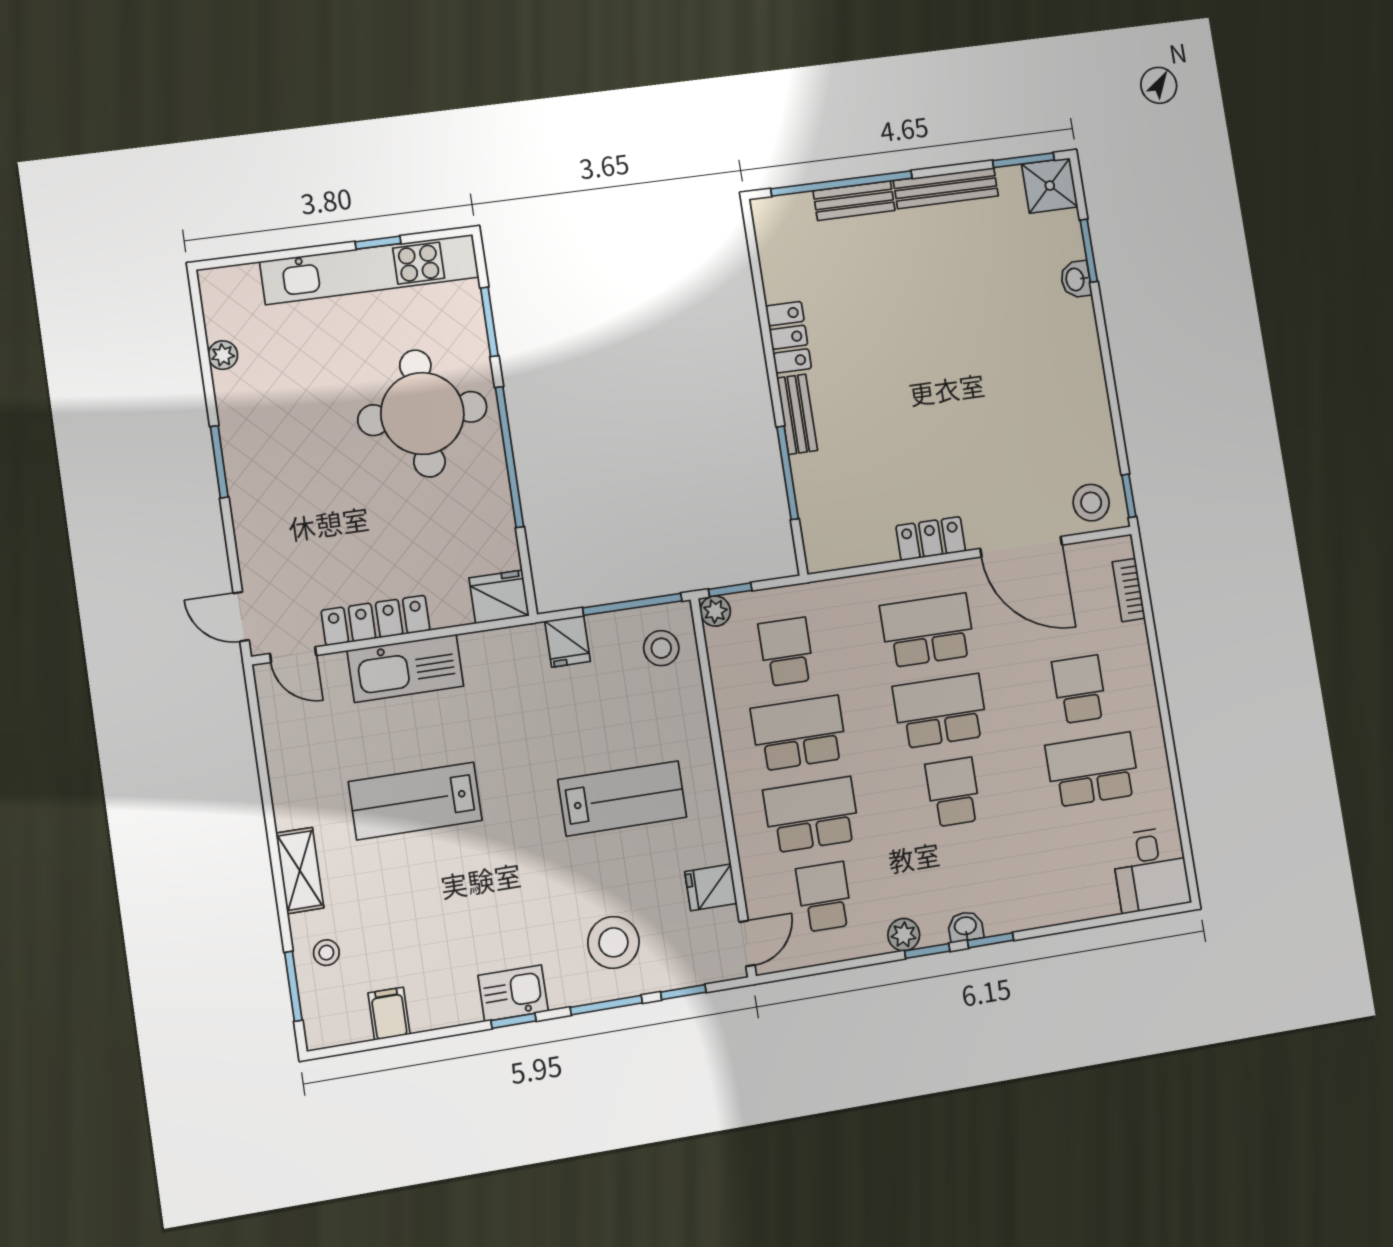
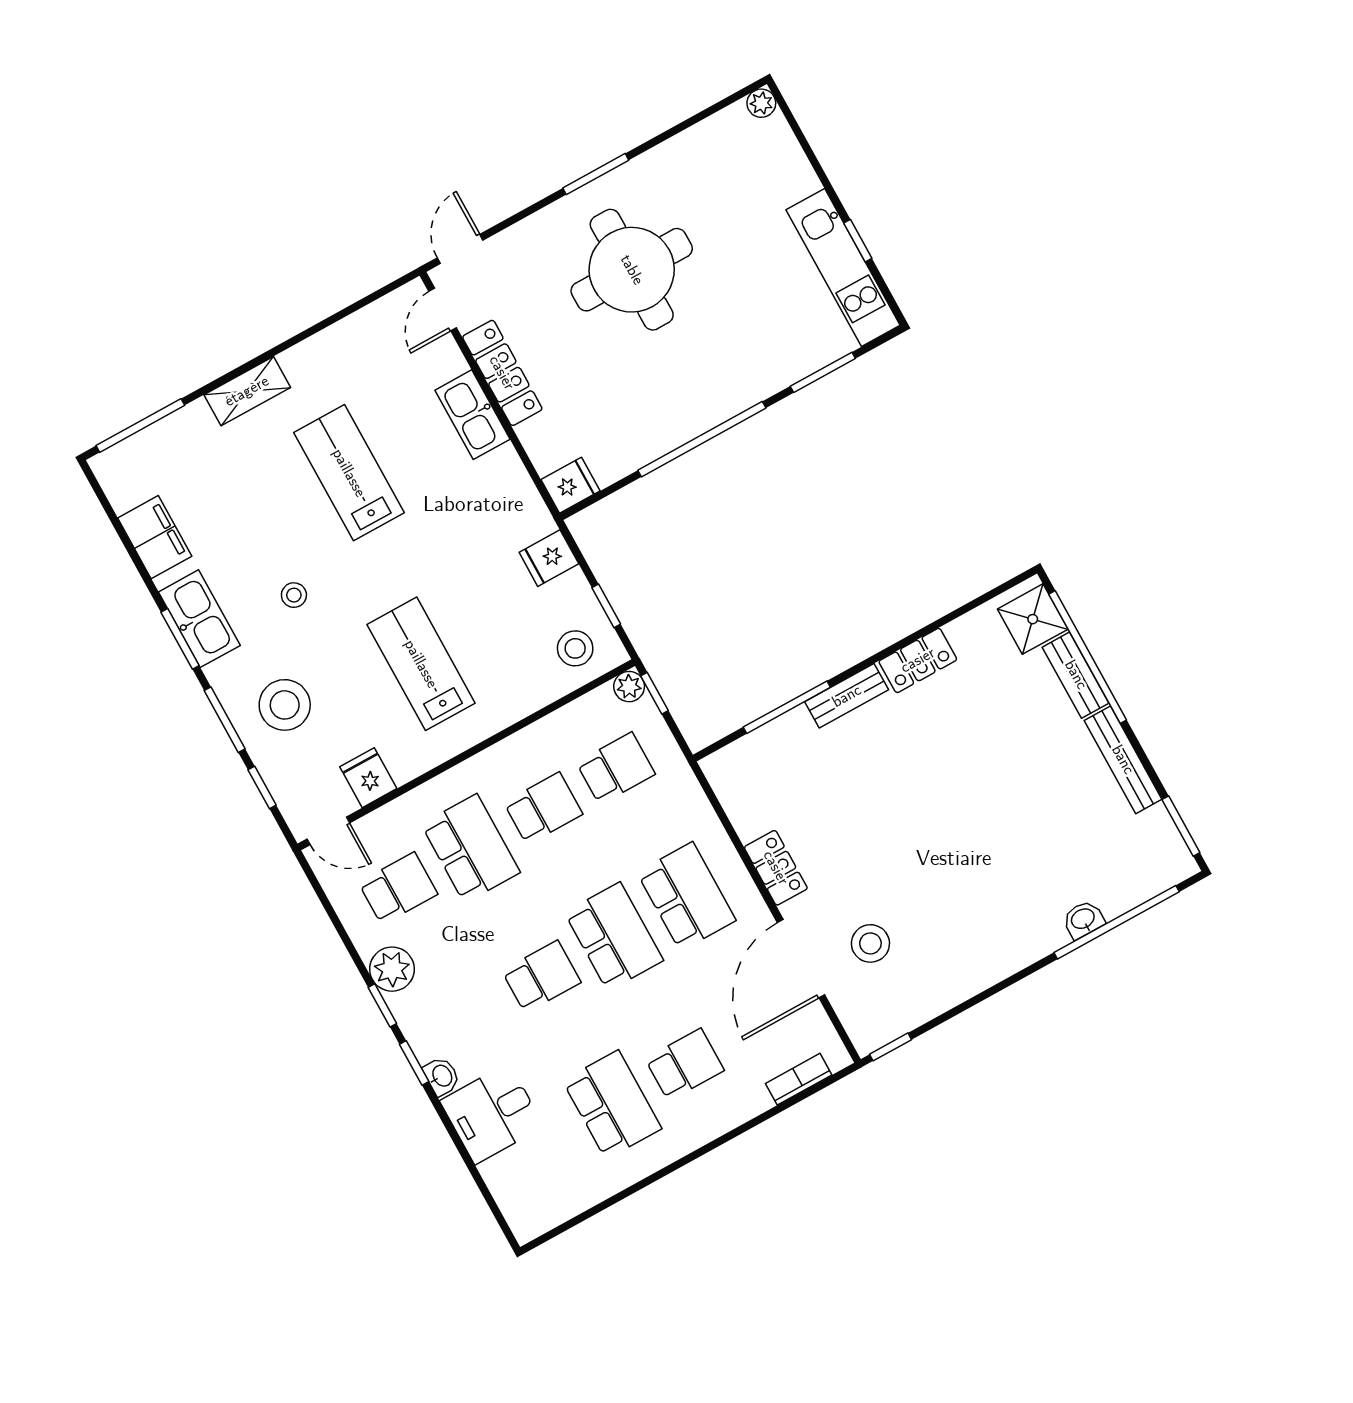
shower: (1050, 186) -> (1033, 619), moved
window: (1089, 251) -> (1117, 922), width x2.11
kitchen unit: (370, 269) -> (843, 267), width x0.73
plant: (223, 355) -> (761, 103), moved
round table: (422, 413) -> (632, 270), moved
stool: (1091, 503) -> (870, 943), moved
fridge: (499, 597) -> (570, 485), width x0.72
window: (632, 604) -> (606, 606), width x0.46
kitchen sink: (405, 668) -> (472, 415), width x0.73, depth x0.81
school desk: (799, 733) -> (543, 808), width x0.54
lab bench: (622, 798) -> (421, 664), turned 180
desk: (1151, 870) -> (492, 1114), moved
washbasin: (965, 927) -> (442, 1076), moved
plant: (904, 935) -> (392, 969), width x1.38, depth x1.38
stool: (326, 953) -> (294, 595), moved
window: (293, 986) -> (140, 425), width x1.44
kitchen sink: (513, 993) -> (199, 619), width x1.38
filing cabinet: (389, 1014) -> (155, 537), width x2.00
window: (514, 1021) -> (180, 639), width x1.50

